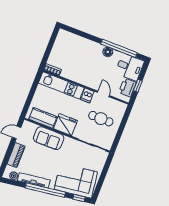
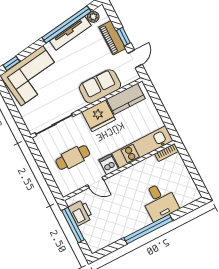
window: (119, 48) -> (148, 229), moved
floor lamp: (108, 52) -> (135, 225), removed
desk: (130, 67) -> (159, 201), moved, turned -90
window: (138, 86) -> (73, 225), width x2.17
window: (10, 149) -> (123, 37), added
window: (45, 190) -> (67, 24), moved

